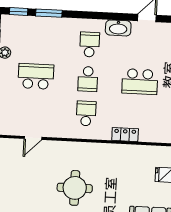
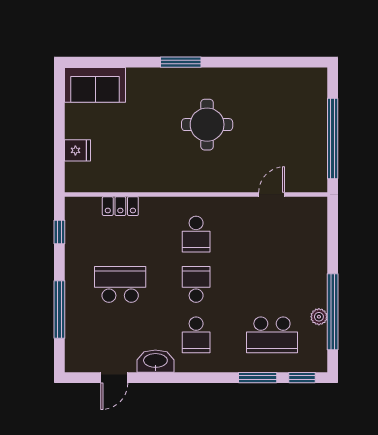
school desk: (36, 76) -> (272, 335), moved
locker: (125, 135) -> (120, 206), moved

